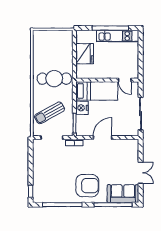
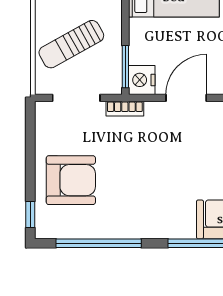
nightstand: (82, 108) -> (142, 80), moved
armchair: (87, 186) -> (71, 180), moved

